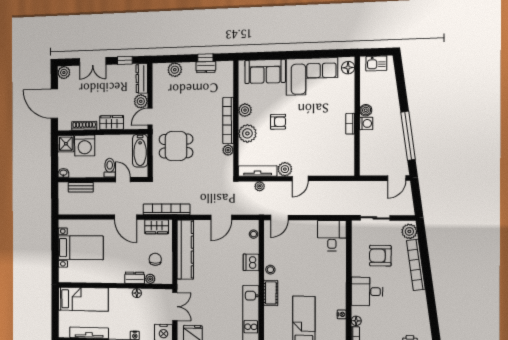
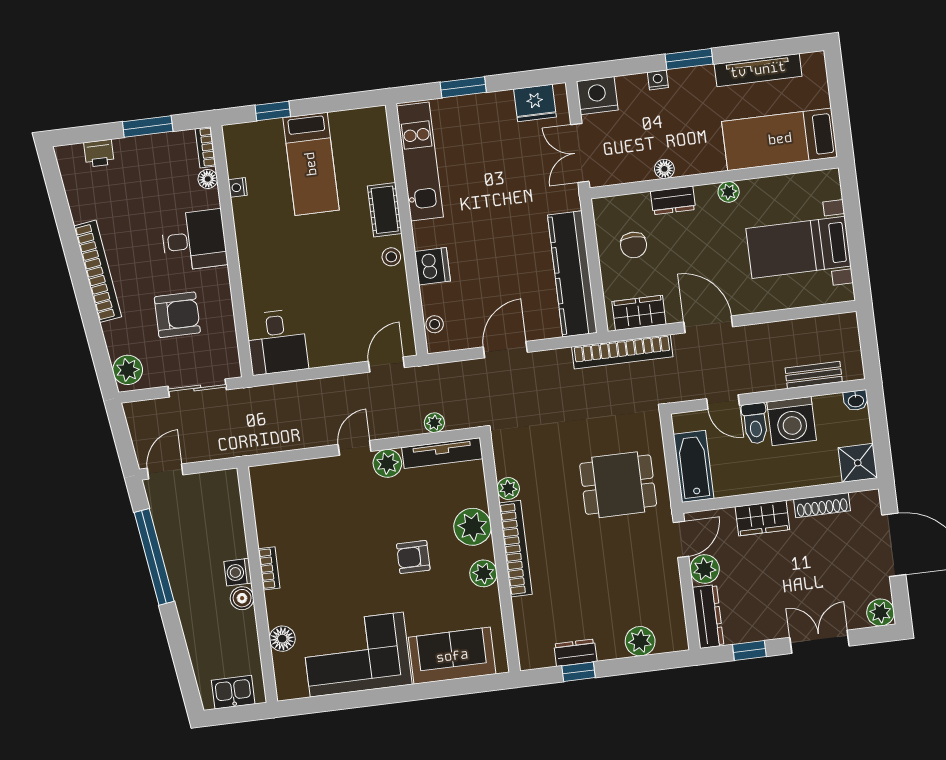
floor lamp: (348, 68) -> (282, 639), moved
washing machine: (85, 146) -> (792, 421), moved, turned 180
bookcase: (416, 265) -> (98, 271), moved
plant: (150, 279) -> (729, 192), moved

